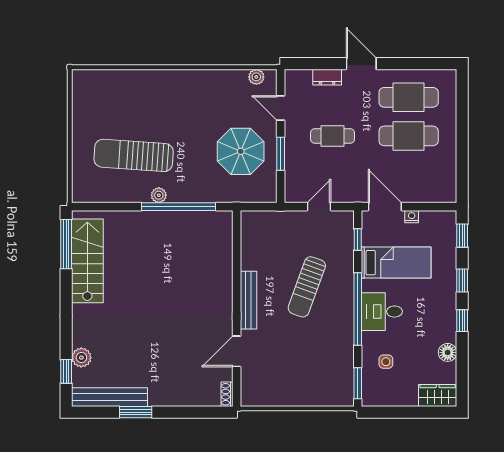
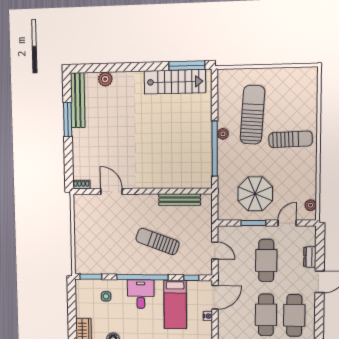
sun lounger: (167, 104) -> (291, 139), added
cafe table: (332, 136) -> (266, 261), width x1.37, depth x1.35
bench: (248, 300) -> (179, 200), moved
window: (66, 371) -> (95, 68), removed
window: (136, 412) -> (68, 119), width x1.44

